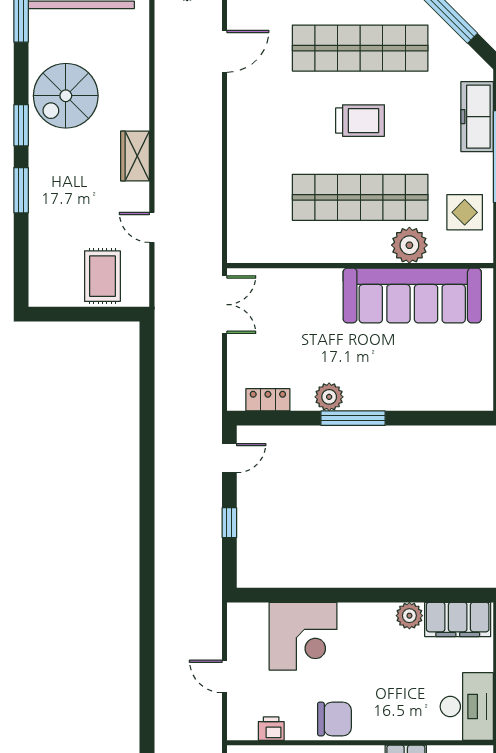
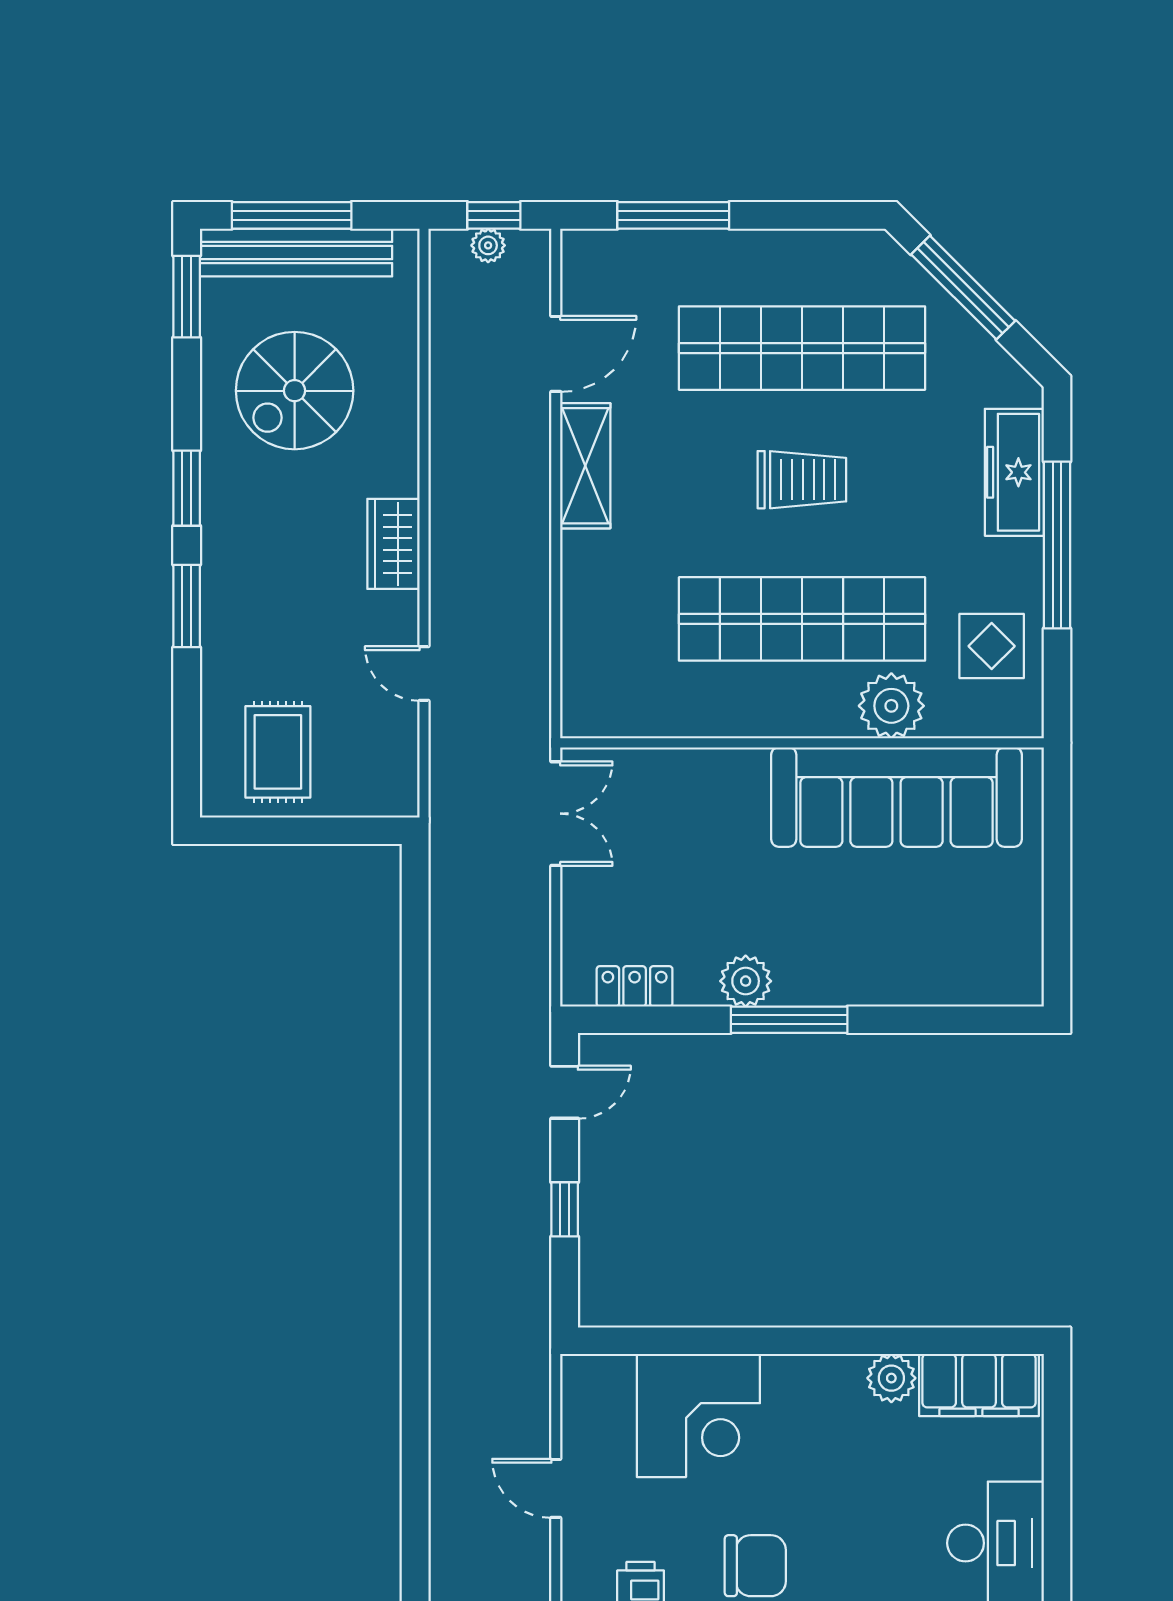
spiral stairs: (66, 96) -> (295, 391), moved
shelving: (241, 113) -> (585, 466), added
rug: (102, 276) -> (278, 752), moved

